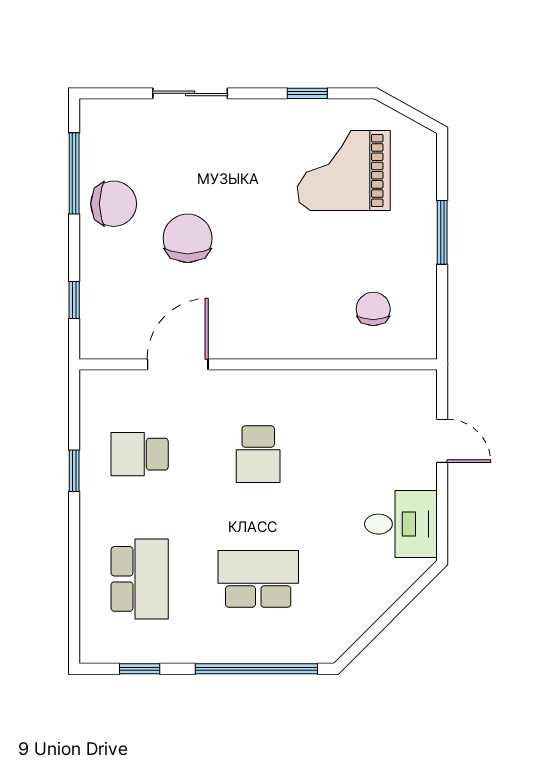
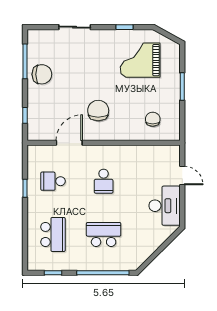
chair: (188, 238) -> (98, 111), moved
desk: (401, 524) -> (165, 206), width x1.37

